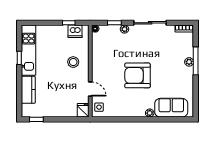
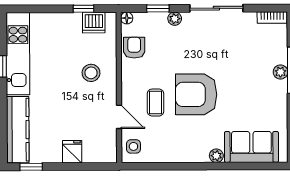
armchair: (100, 47) -> (134, 48), added
coffee table: (113, 80) -> (155, 103), added
kitchen counter: (28, 90) -> (18, 130), width x1.50
fridge: (83, 110) -> (72, 152), moved

